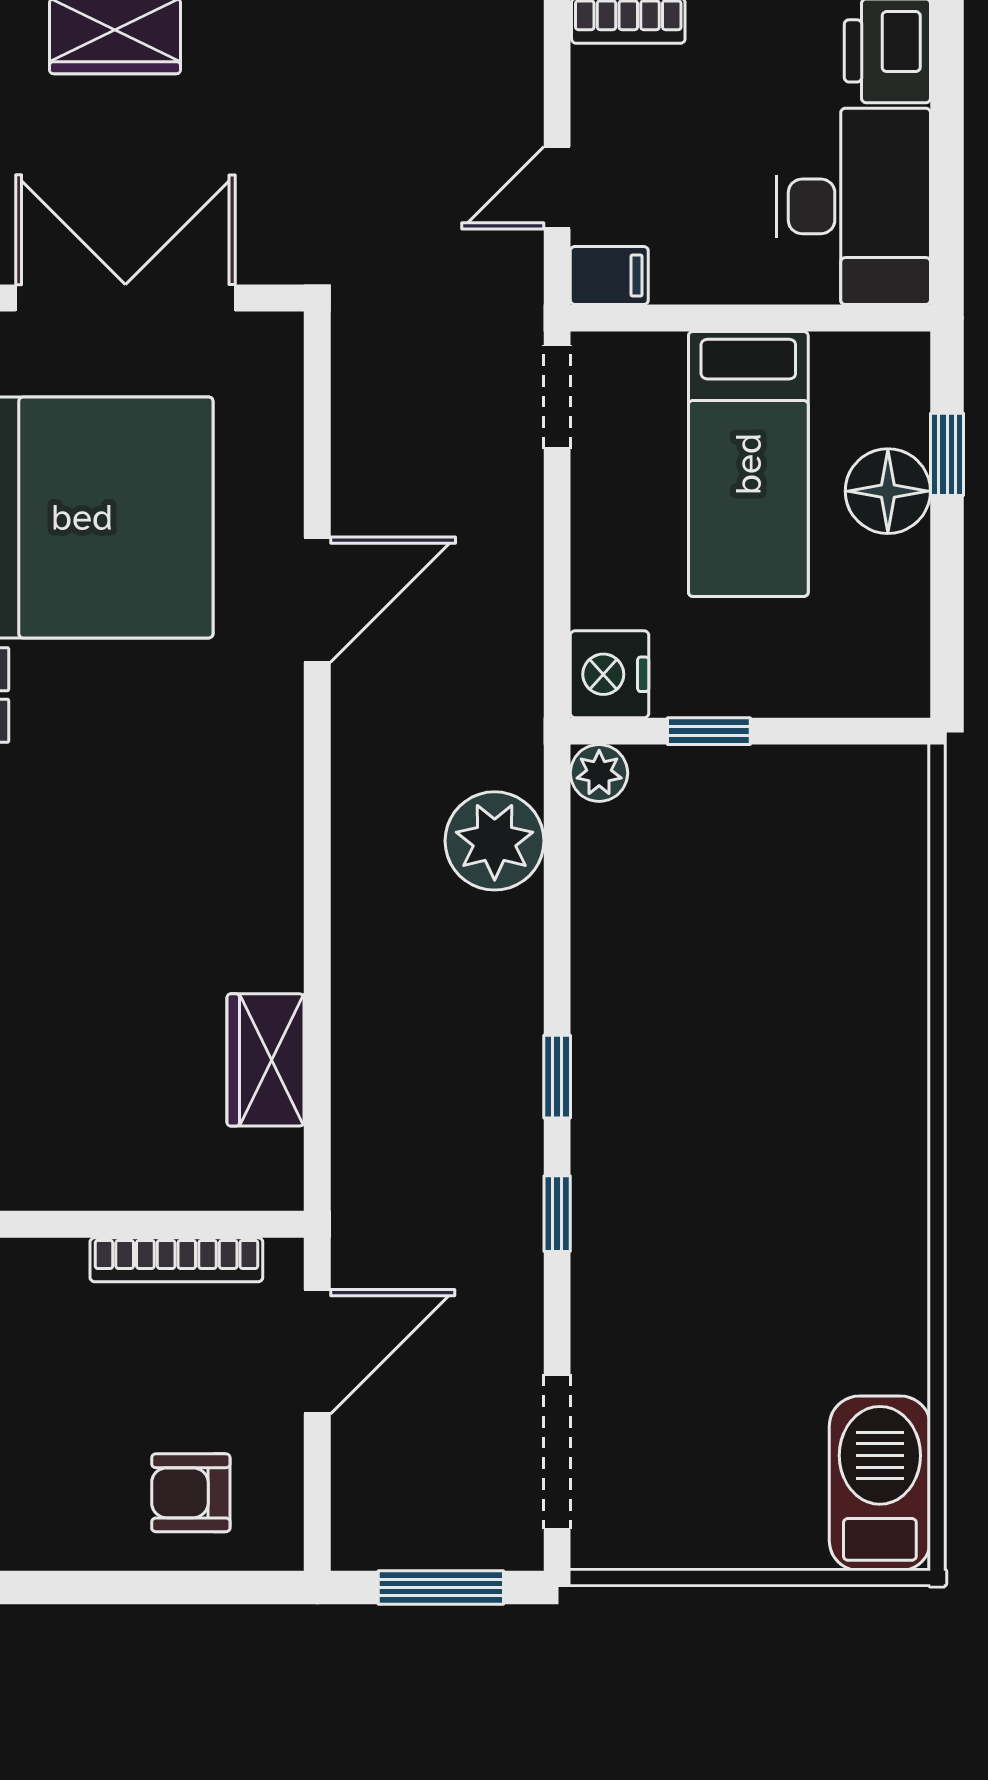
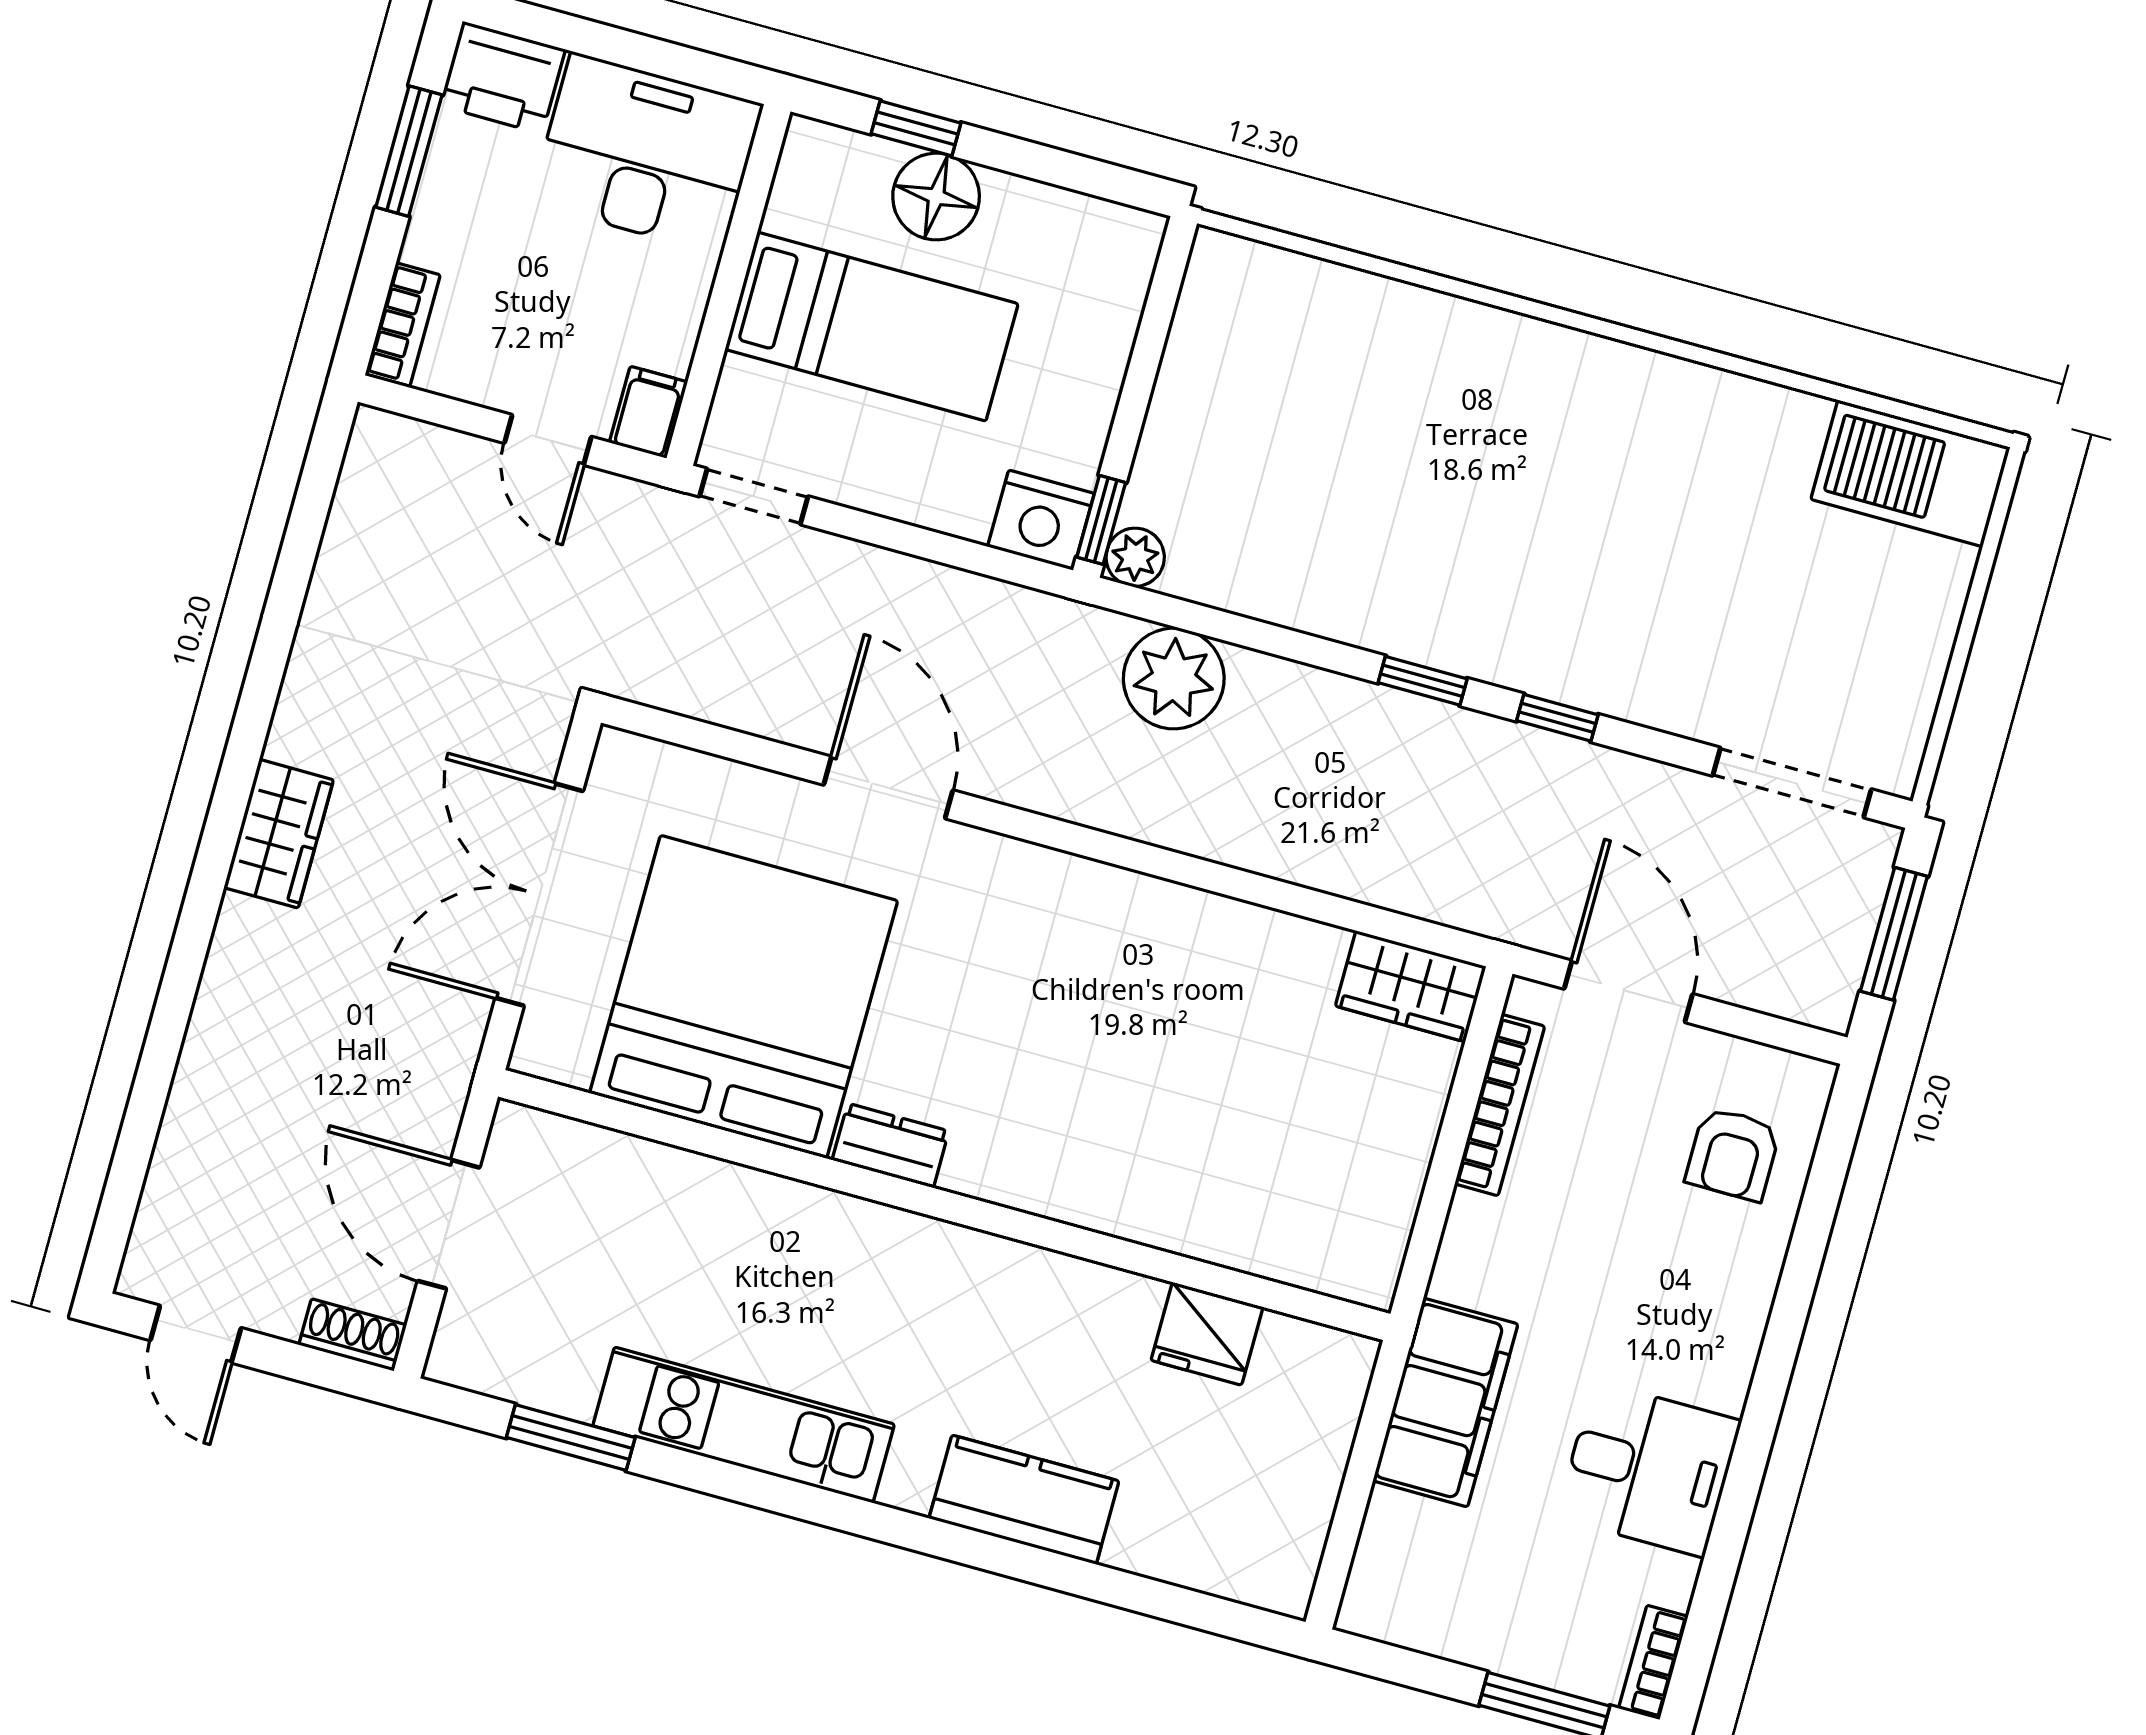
window: (709, 731) -> (1101, 520), moved
wardrobe: (266, 1060) -> (1411, 986), moved

